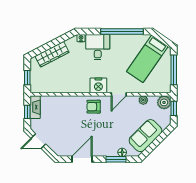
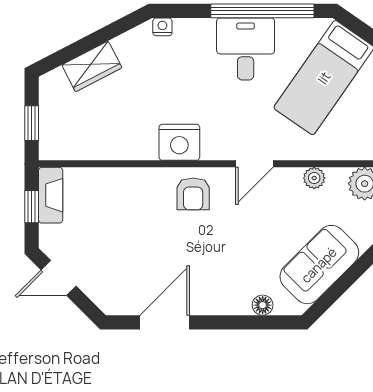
desk: (98, 47) -> (246, 49), moved
wardrobe: (52, 54) -> (92, 66), width x0.67
nightstand: (98, 85) -> (179, 142), moved
armchair: (94, 107) -> (193, 194), turned -90
window: (116, 159) -> (248, 322), removed

